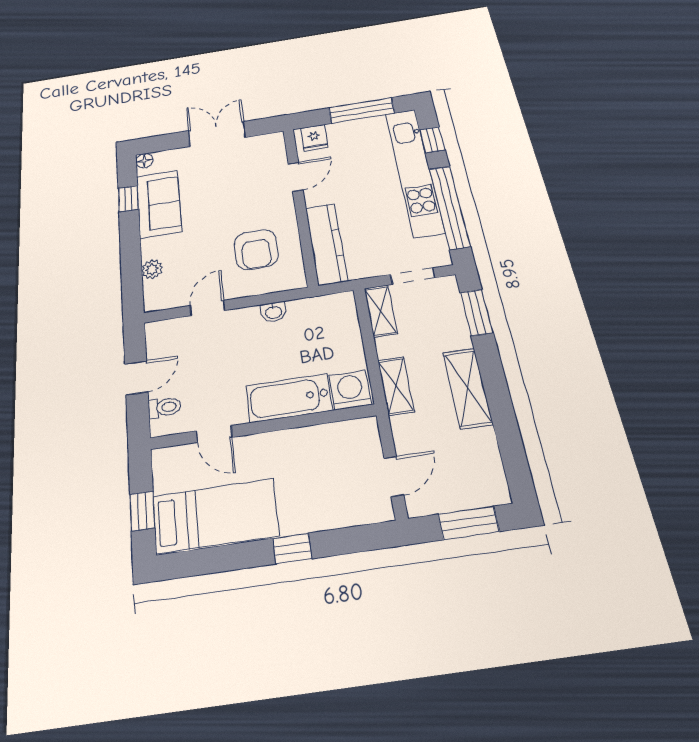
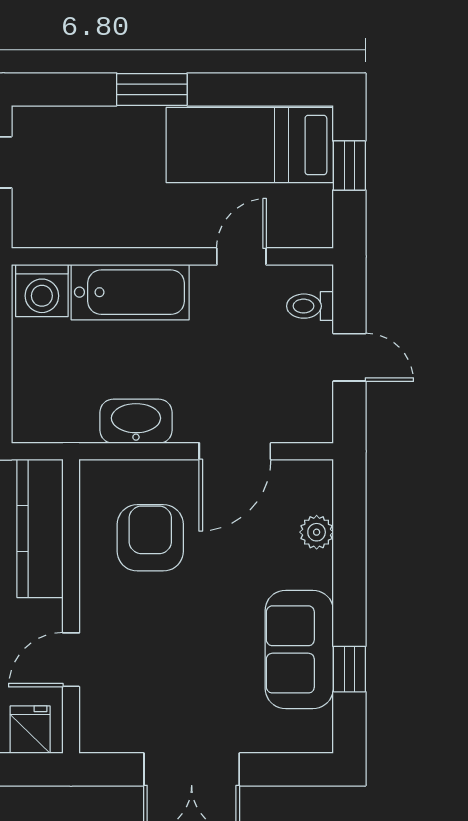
floor lamp: (144, 161) -> (319, 739), removed
door: (207, 308) -> (235, 451), width x1.38
washbasin: (273, 312) -> (136, 421), width x1.91, depth x1.45
door: (136, 378) -> (349, 357), swing flipped
door: (214, 434) -> (241, 256), hinge flipped
window: (292, 548) -> (152, 89), width x1.50

